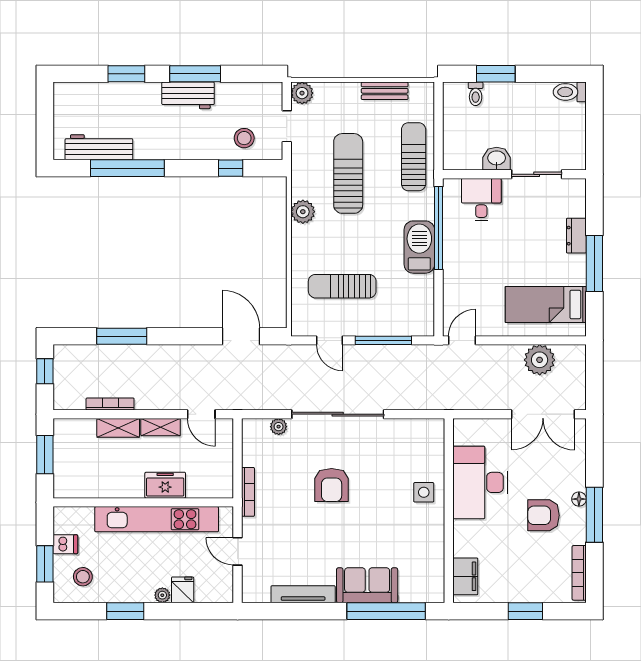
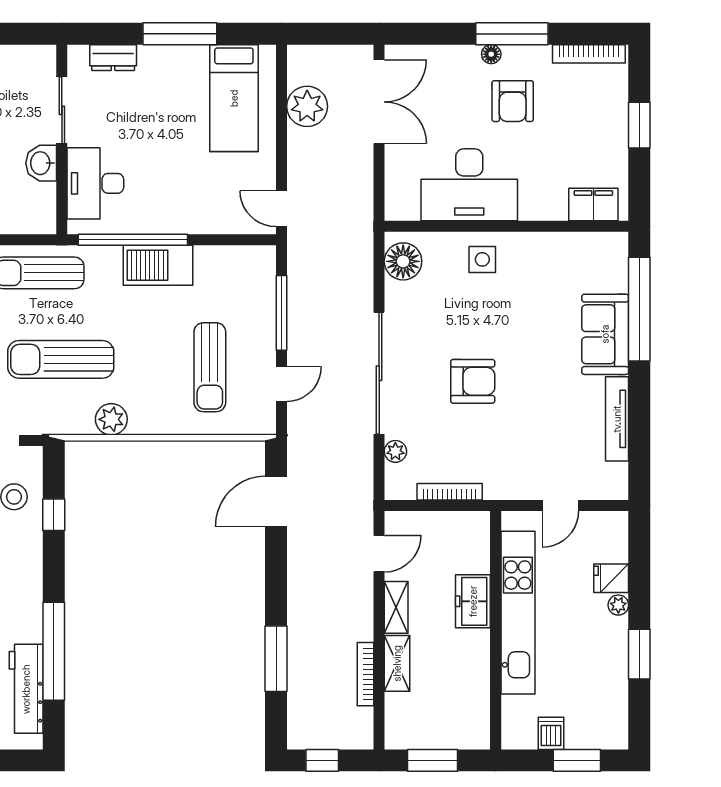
desk: (481, 200) -> (95, 183), width x1.37
dresser: (576, 236) -> (113, 58), moved
floor lamp: (422, 432) -> (403, 261), added
bookcase: (248, 492) -> (450, 492), moved
stool: (83, 577) -> (594, 710), removed

